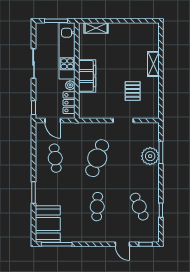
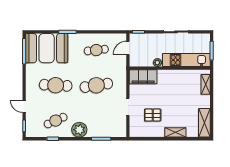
shelving: (142, 29) -> (204, 123), added
filing cabinet: (87, 76) -> (143, 77), moved
locker: (69, 103) -> (143, 62), removed
plant: (150, 156) -> (79, 130), moved
cafe table: (97, 158) -> (96, 85), turned -30
cafe table: (97, 207) -> (56, 85), width x1.37, depth x1.35
booth: (48, 224) -> (47, 48), width x1.36, depth x1.42
door: (122, 244) -> (24, 106), hinge flipped

